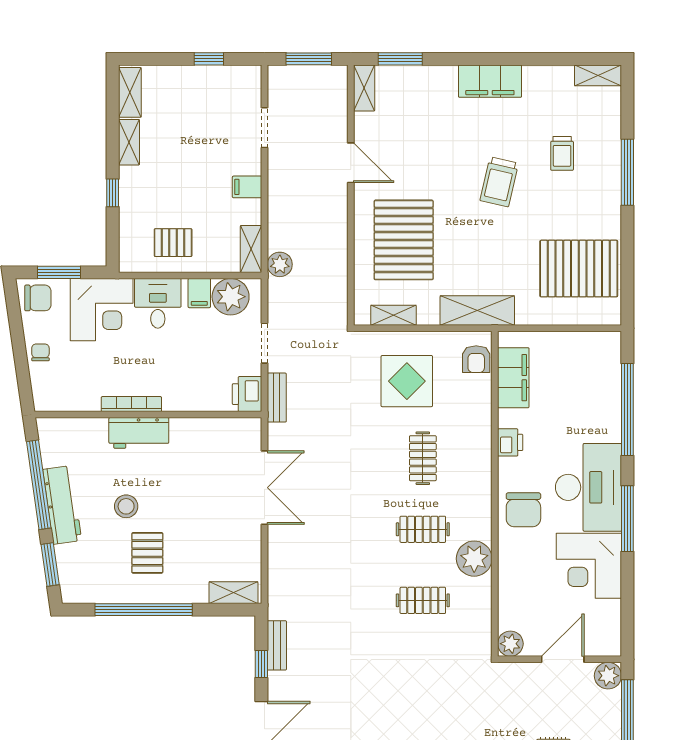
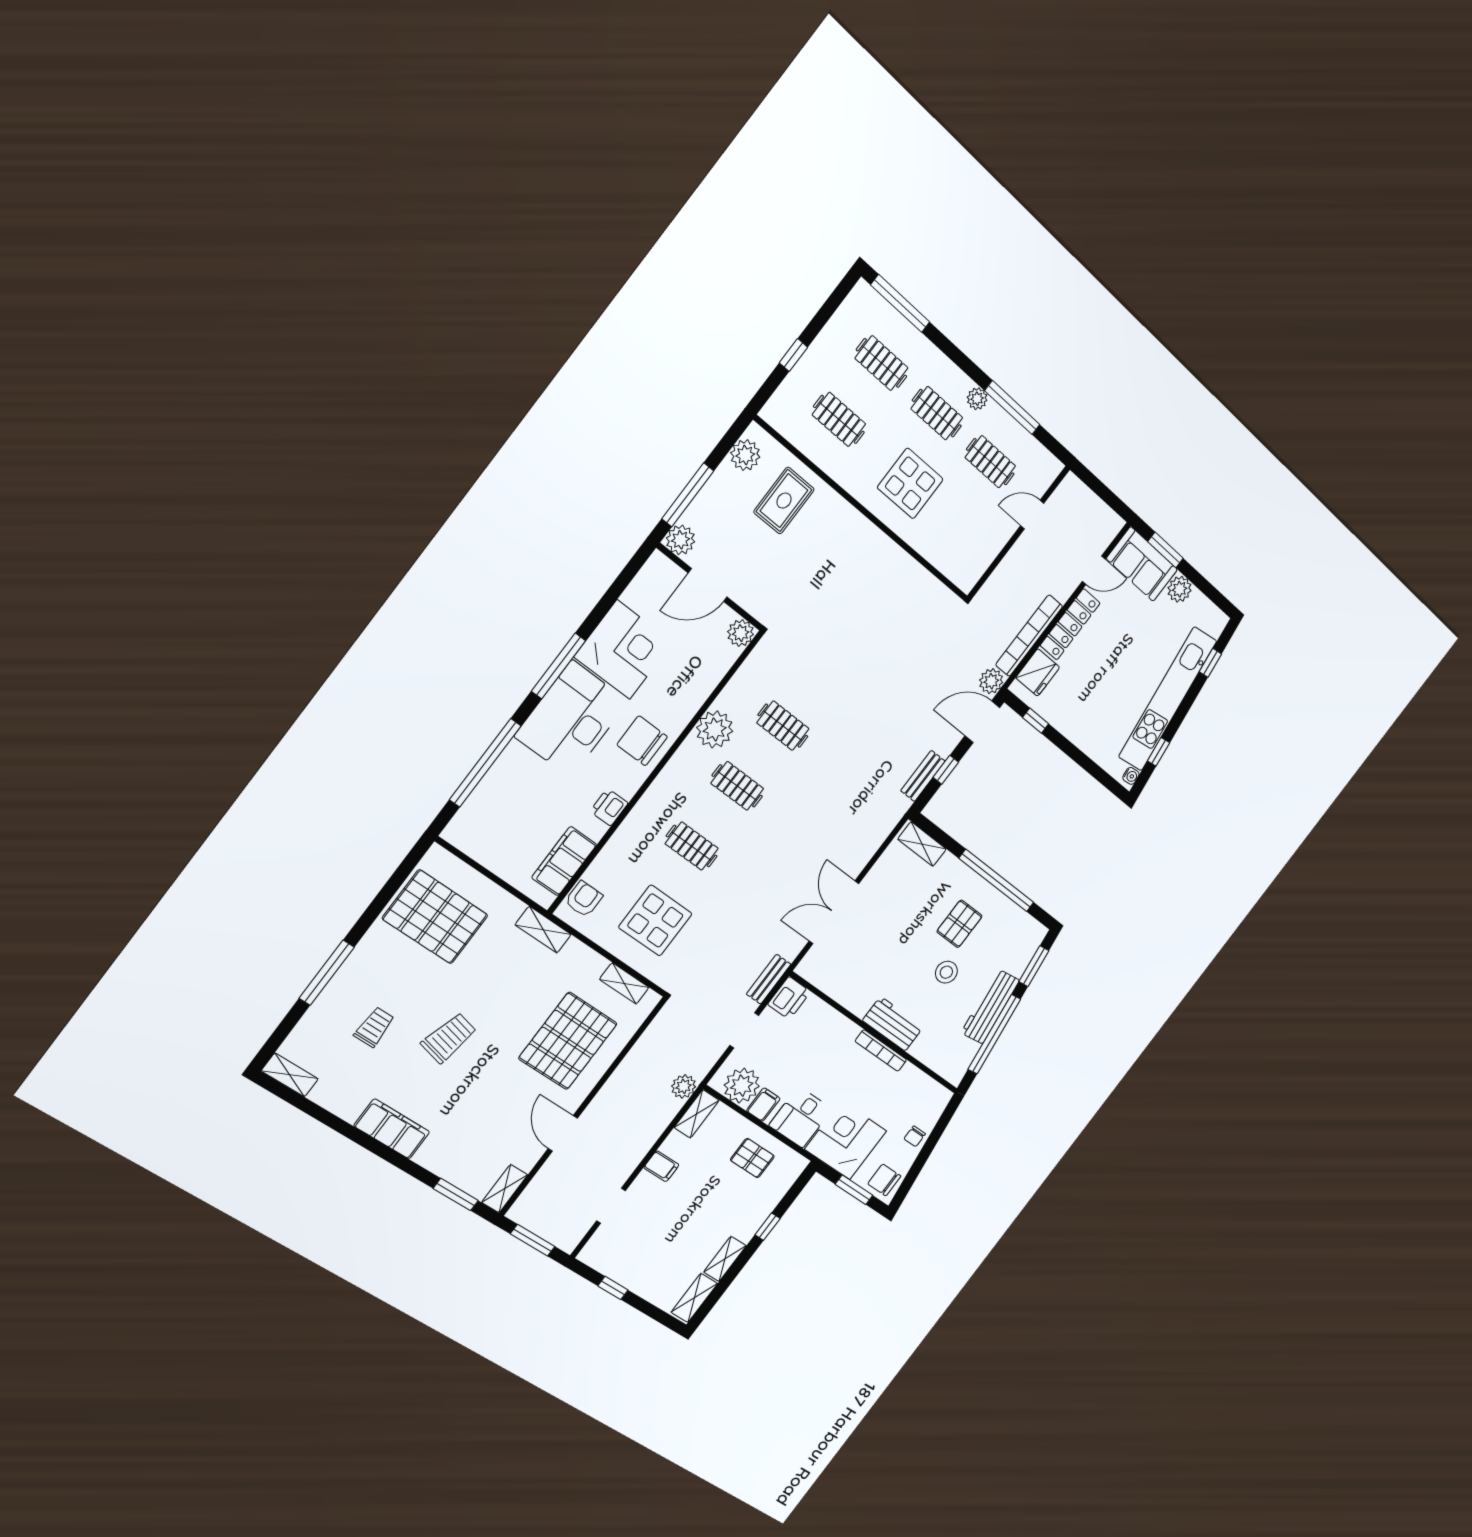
shelving: (477, 311) -> (543, 930), width x0.67, depth x0.75
clothes rail: (423, 458) -> (692, 846), turned 90
chair: (523, 510) -> (642, 741), turned -90

